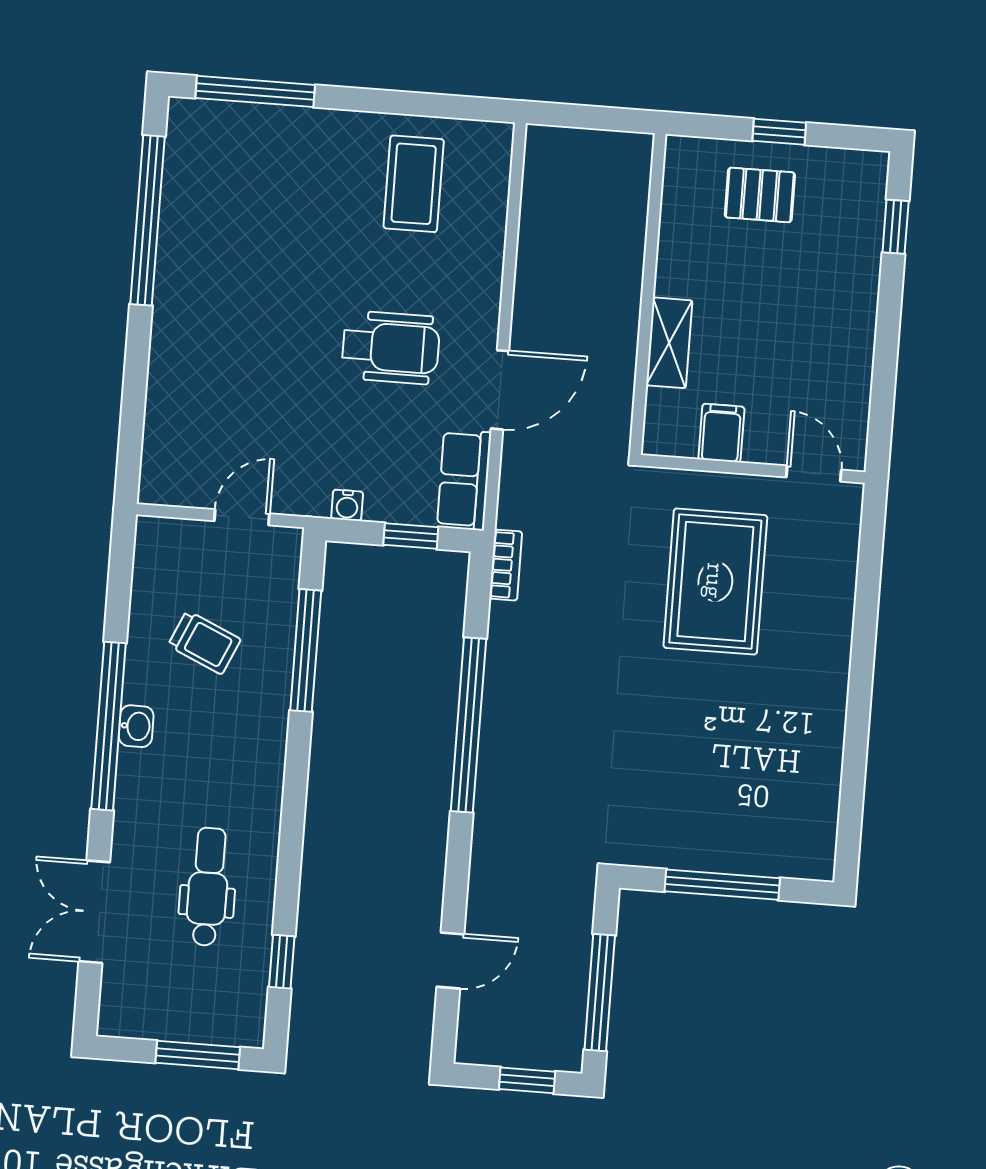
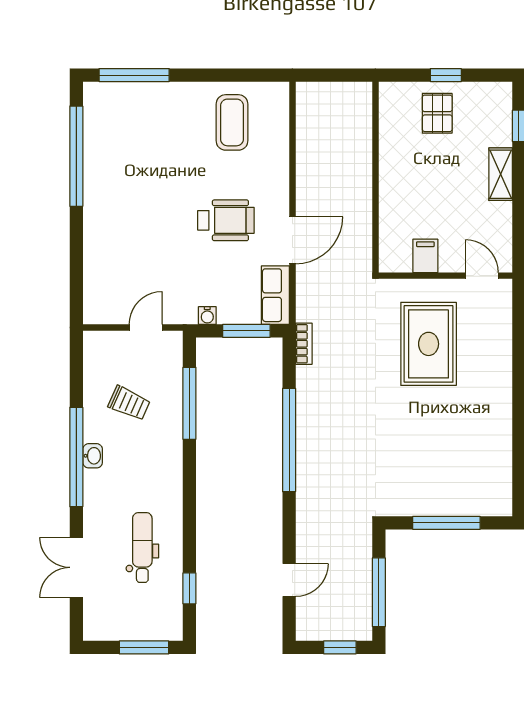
pallet: (760, 195) -> (437, 113), turned 90
shelving: (669, 343) -> (501, 174), moved
window: (411, 536) -> (246, 331), width x1.50

